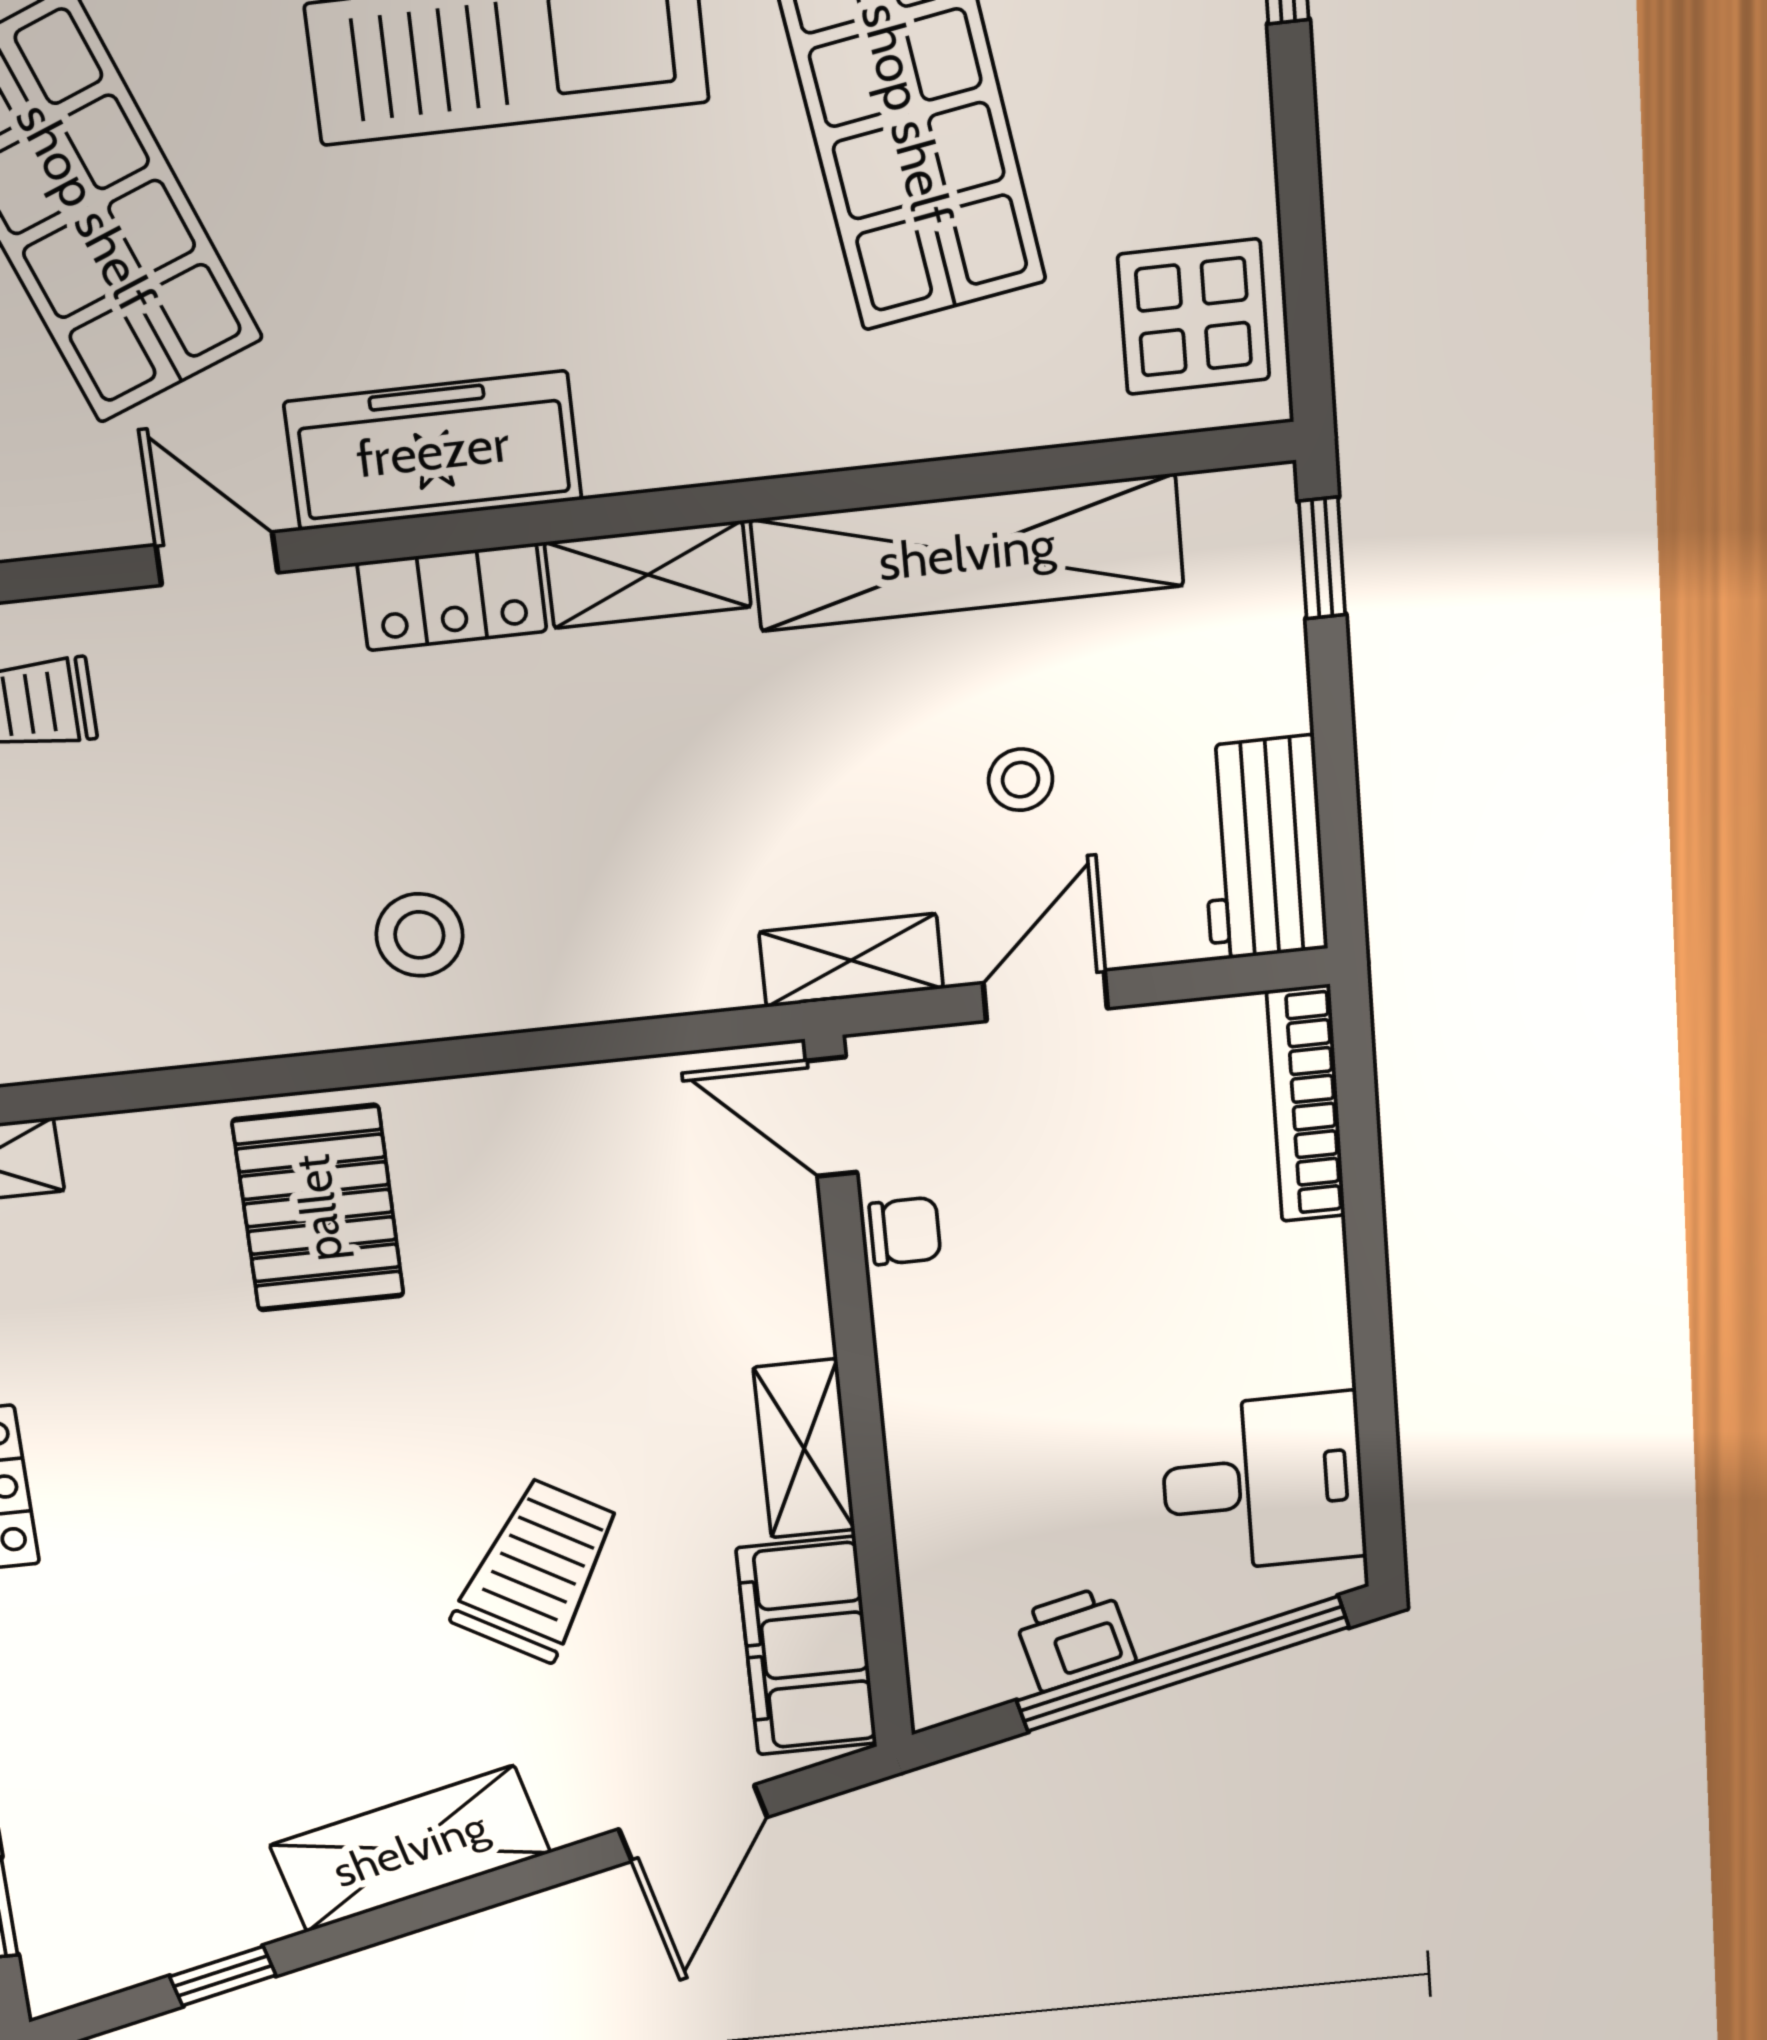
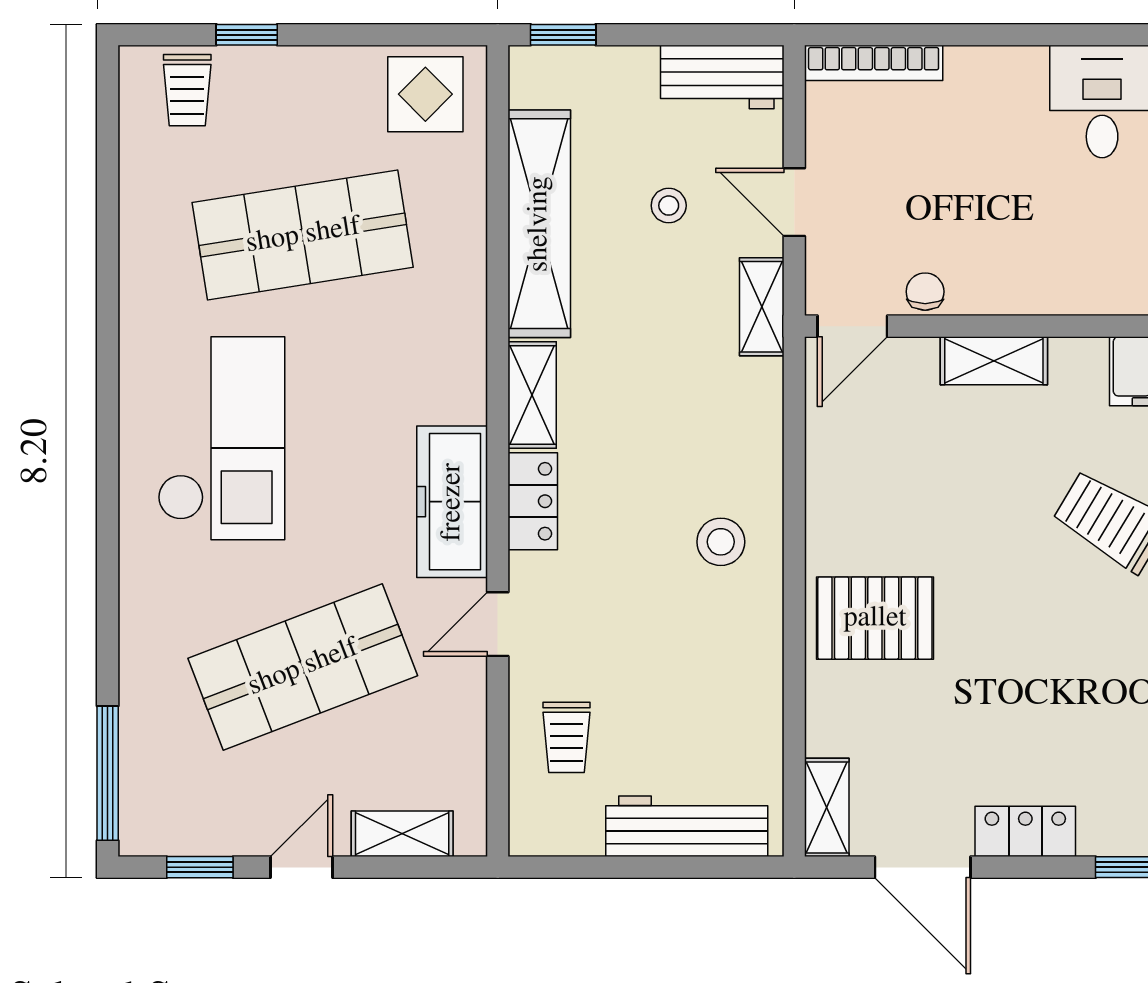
shelving: (804, 1449) -> (994, 361), moved

